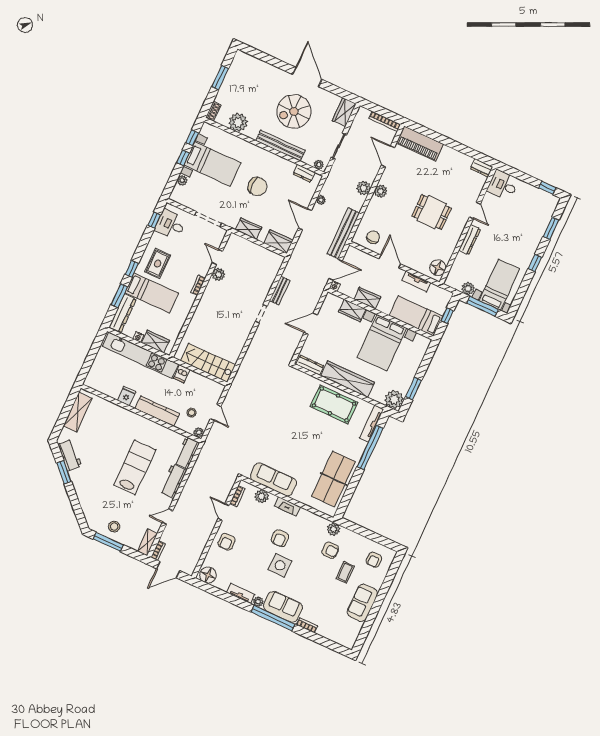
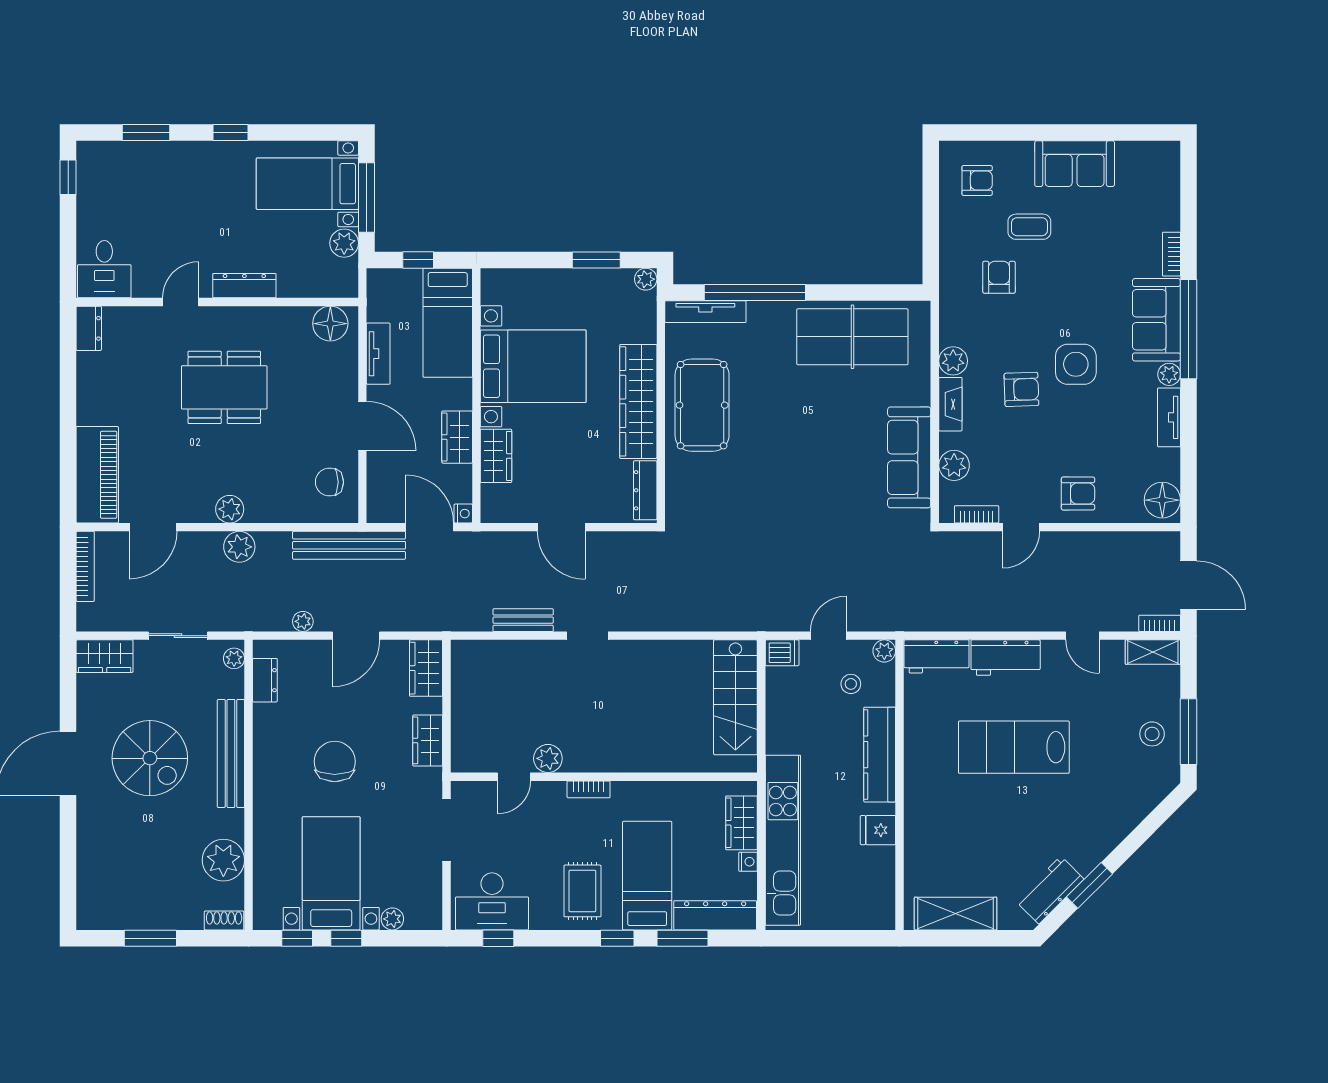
dining table: (432, 212) -> (224, 387), width x1.38
desk: (170, 224) -> (492, 901), width x1.37
door: (390, 261) -> (362, 426), swing flipped
rug: (158, 263) -> (582, 891), turned 90
dishwasher: (182, 374) -> (782, 653), moved
plant: (394, 399) -> (646, 279), width x0.53, depth x0.53
plant: (333, 529) -> (953, 361), moved

